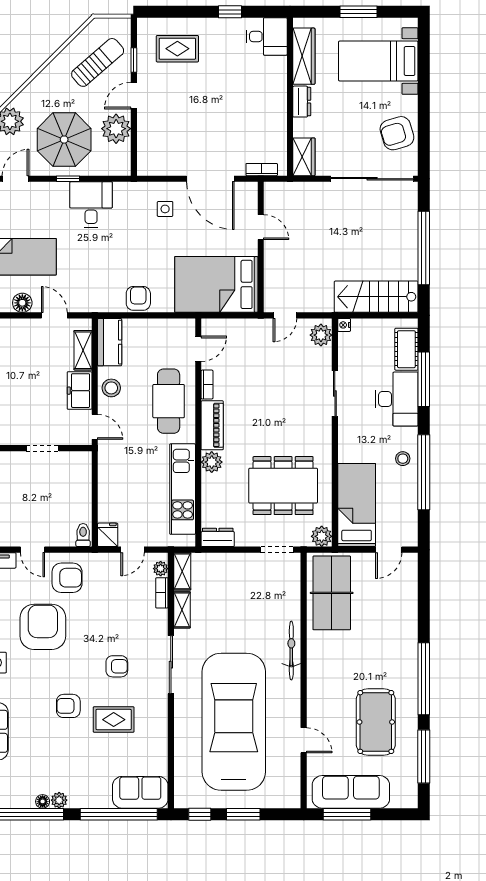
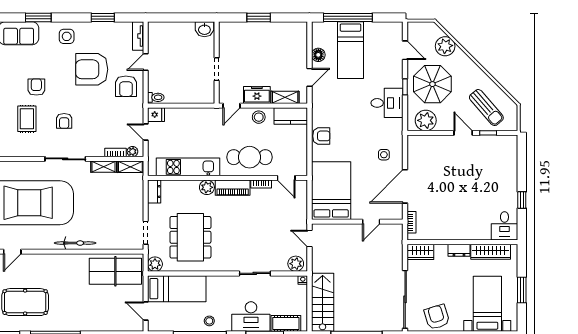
rug: (177, 49) -> (496, 163), removed
plant: (116, 129) -> (426, 120), moved
armchair: (43, 627) -> (92, 69), turned 180

